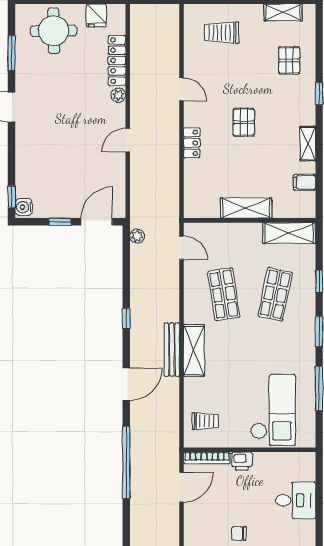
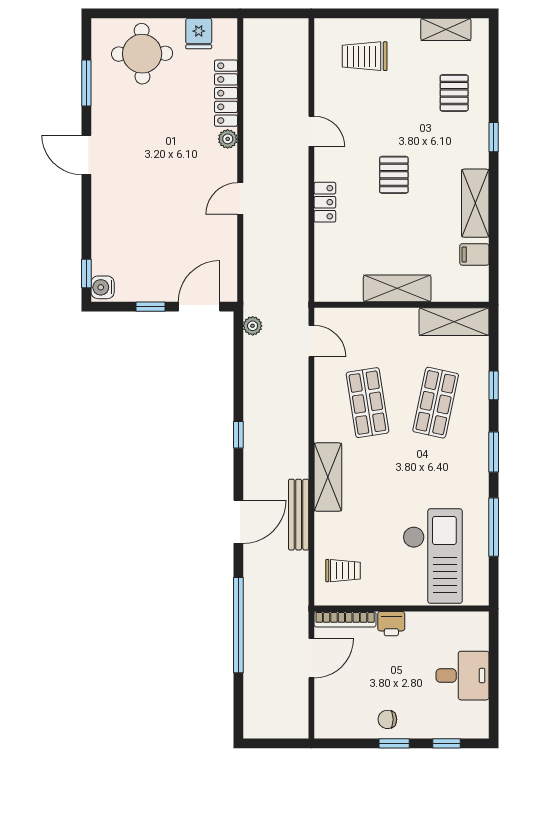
shelving: (308, 144) -> (475, 203), width x1.50, depth x1.33
bench: (172, 350) -> (299, 515), moved

